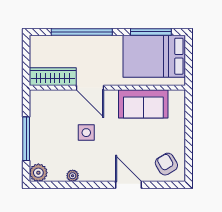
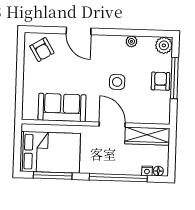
floor lamp: (40, 40) -> (158, 171), added
nightstand: (52, 40) -> (147, 171), added
armchair: (41, 135) -> (161, 81), added

